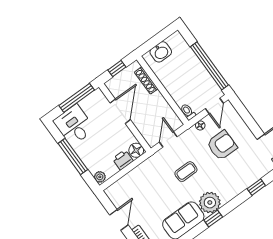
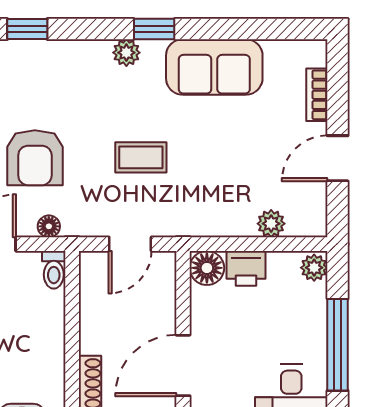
armchair: (222, 145) -> (35, 158), turned -90
plant: (125, 181) -> (271, 224), added
plant: (210, 203) -> (126, 53), width x0.53, depth x0.53

